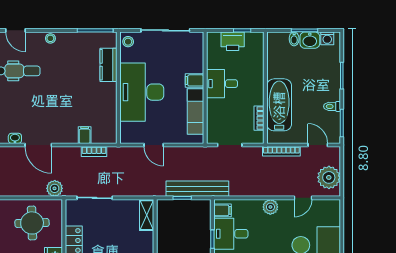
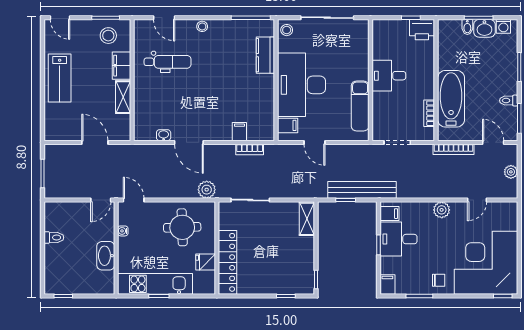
printer: (233, 41) -> (422, 30), moved
filing cabinet: (194, 80) -> (288, 125), moved, turned 180
plant: (329, 177) -> (511, 172), width x0.53, depth x0.53

